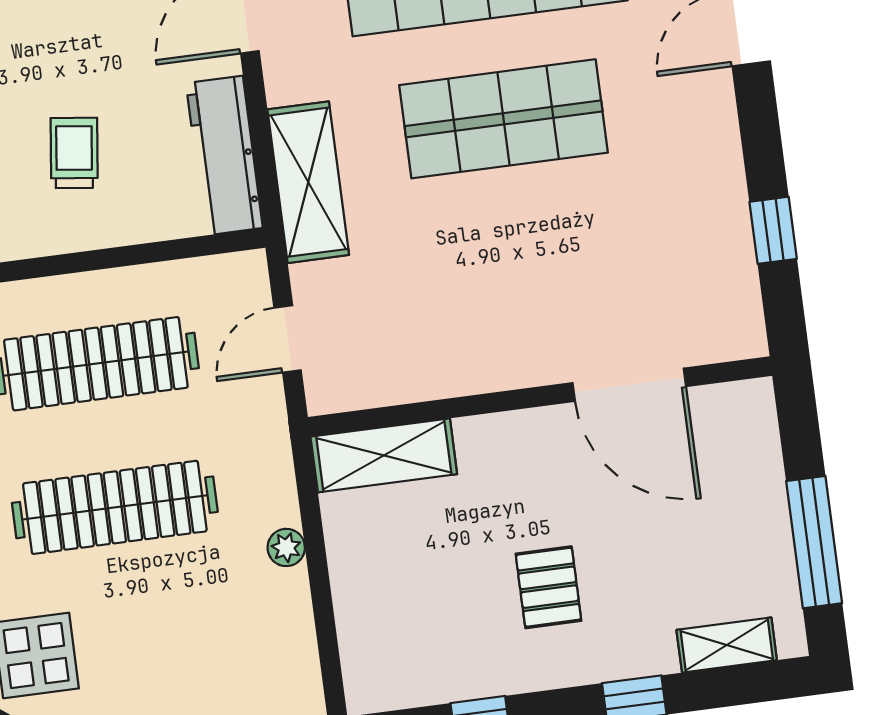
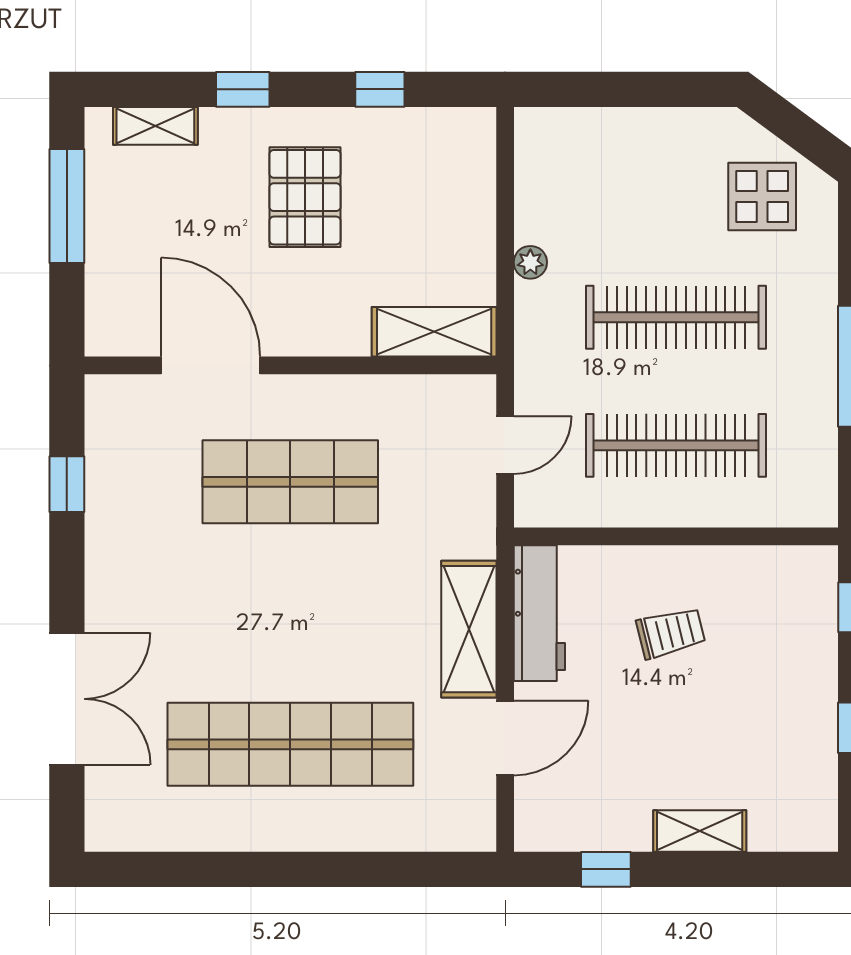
shop shelf: (504, 119) -> (290, 482), moved
trolley: (74, 153) -> (671, 633), turned -111
shelving: (308, 182) -> (469, 629), moved
pallet: (548, 587) -> (305, 197), width x1.50, depth x1.42

